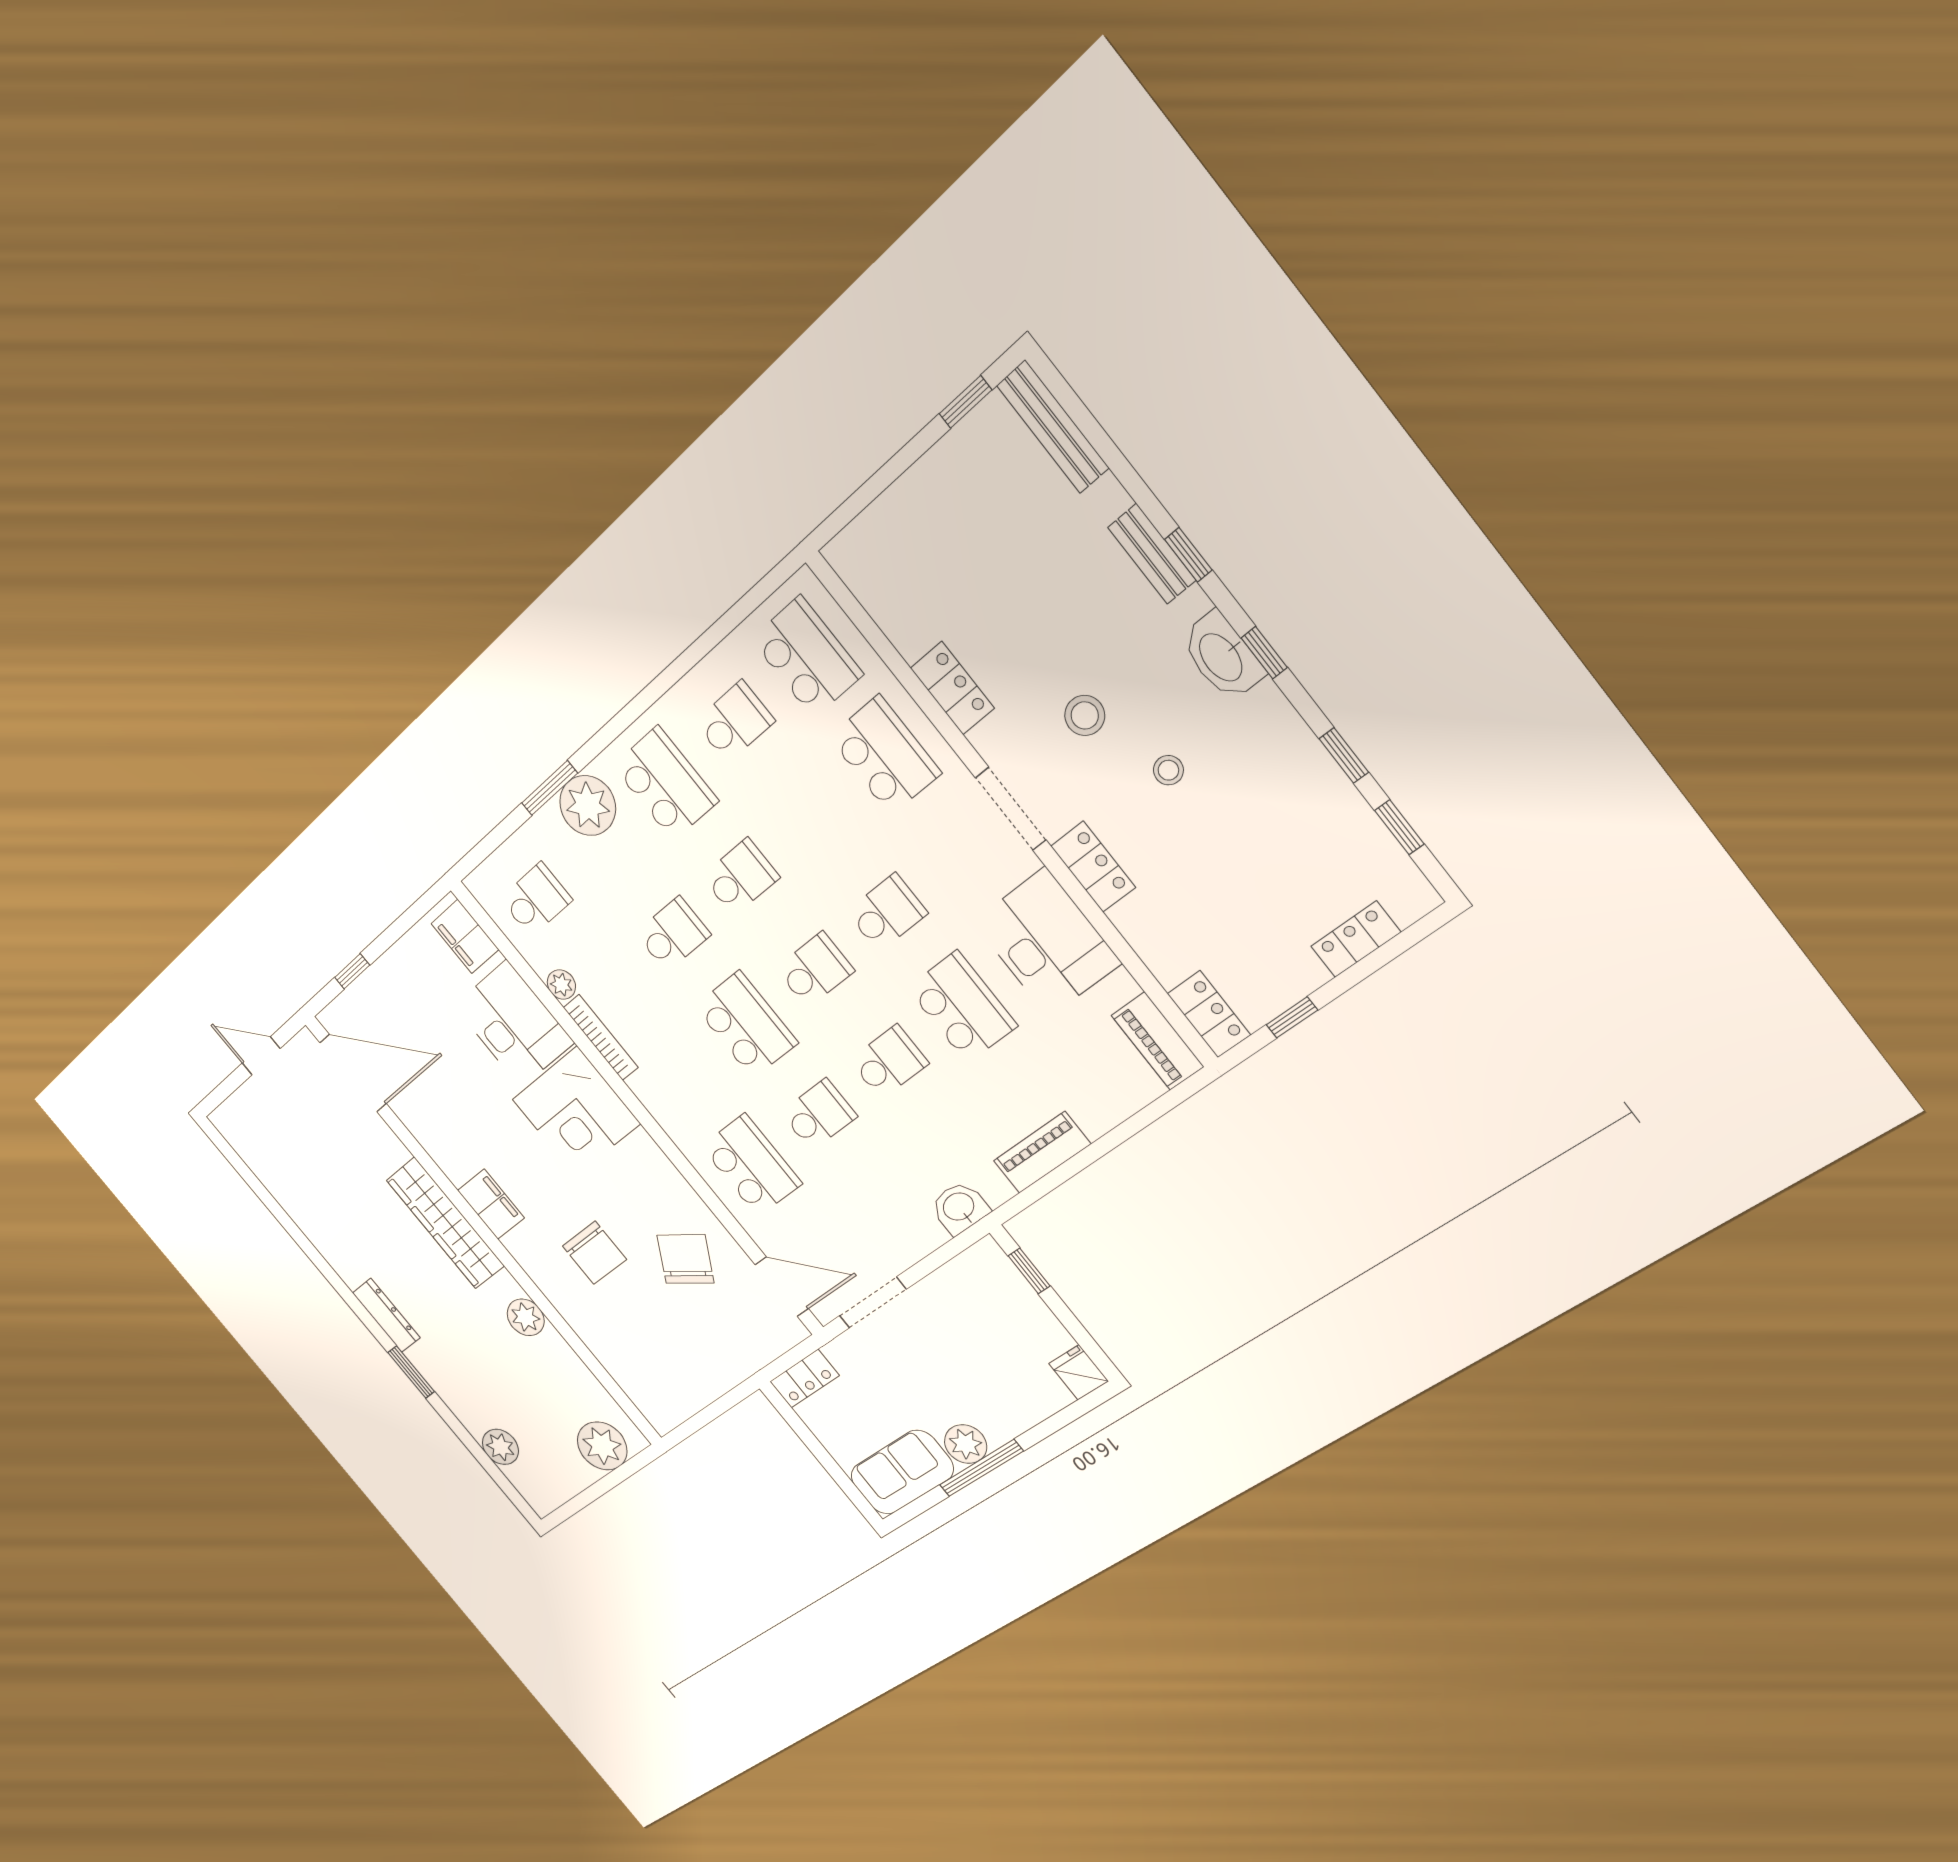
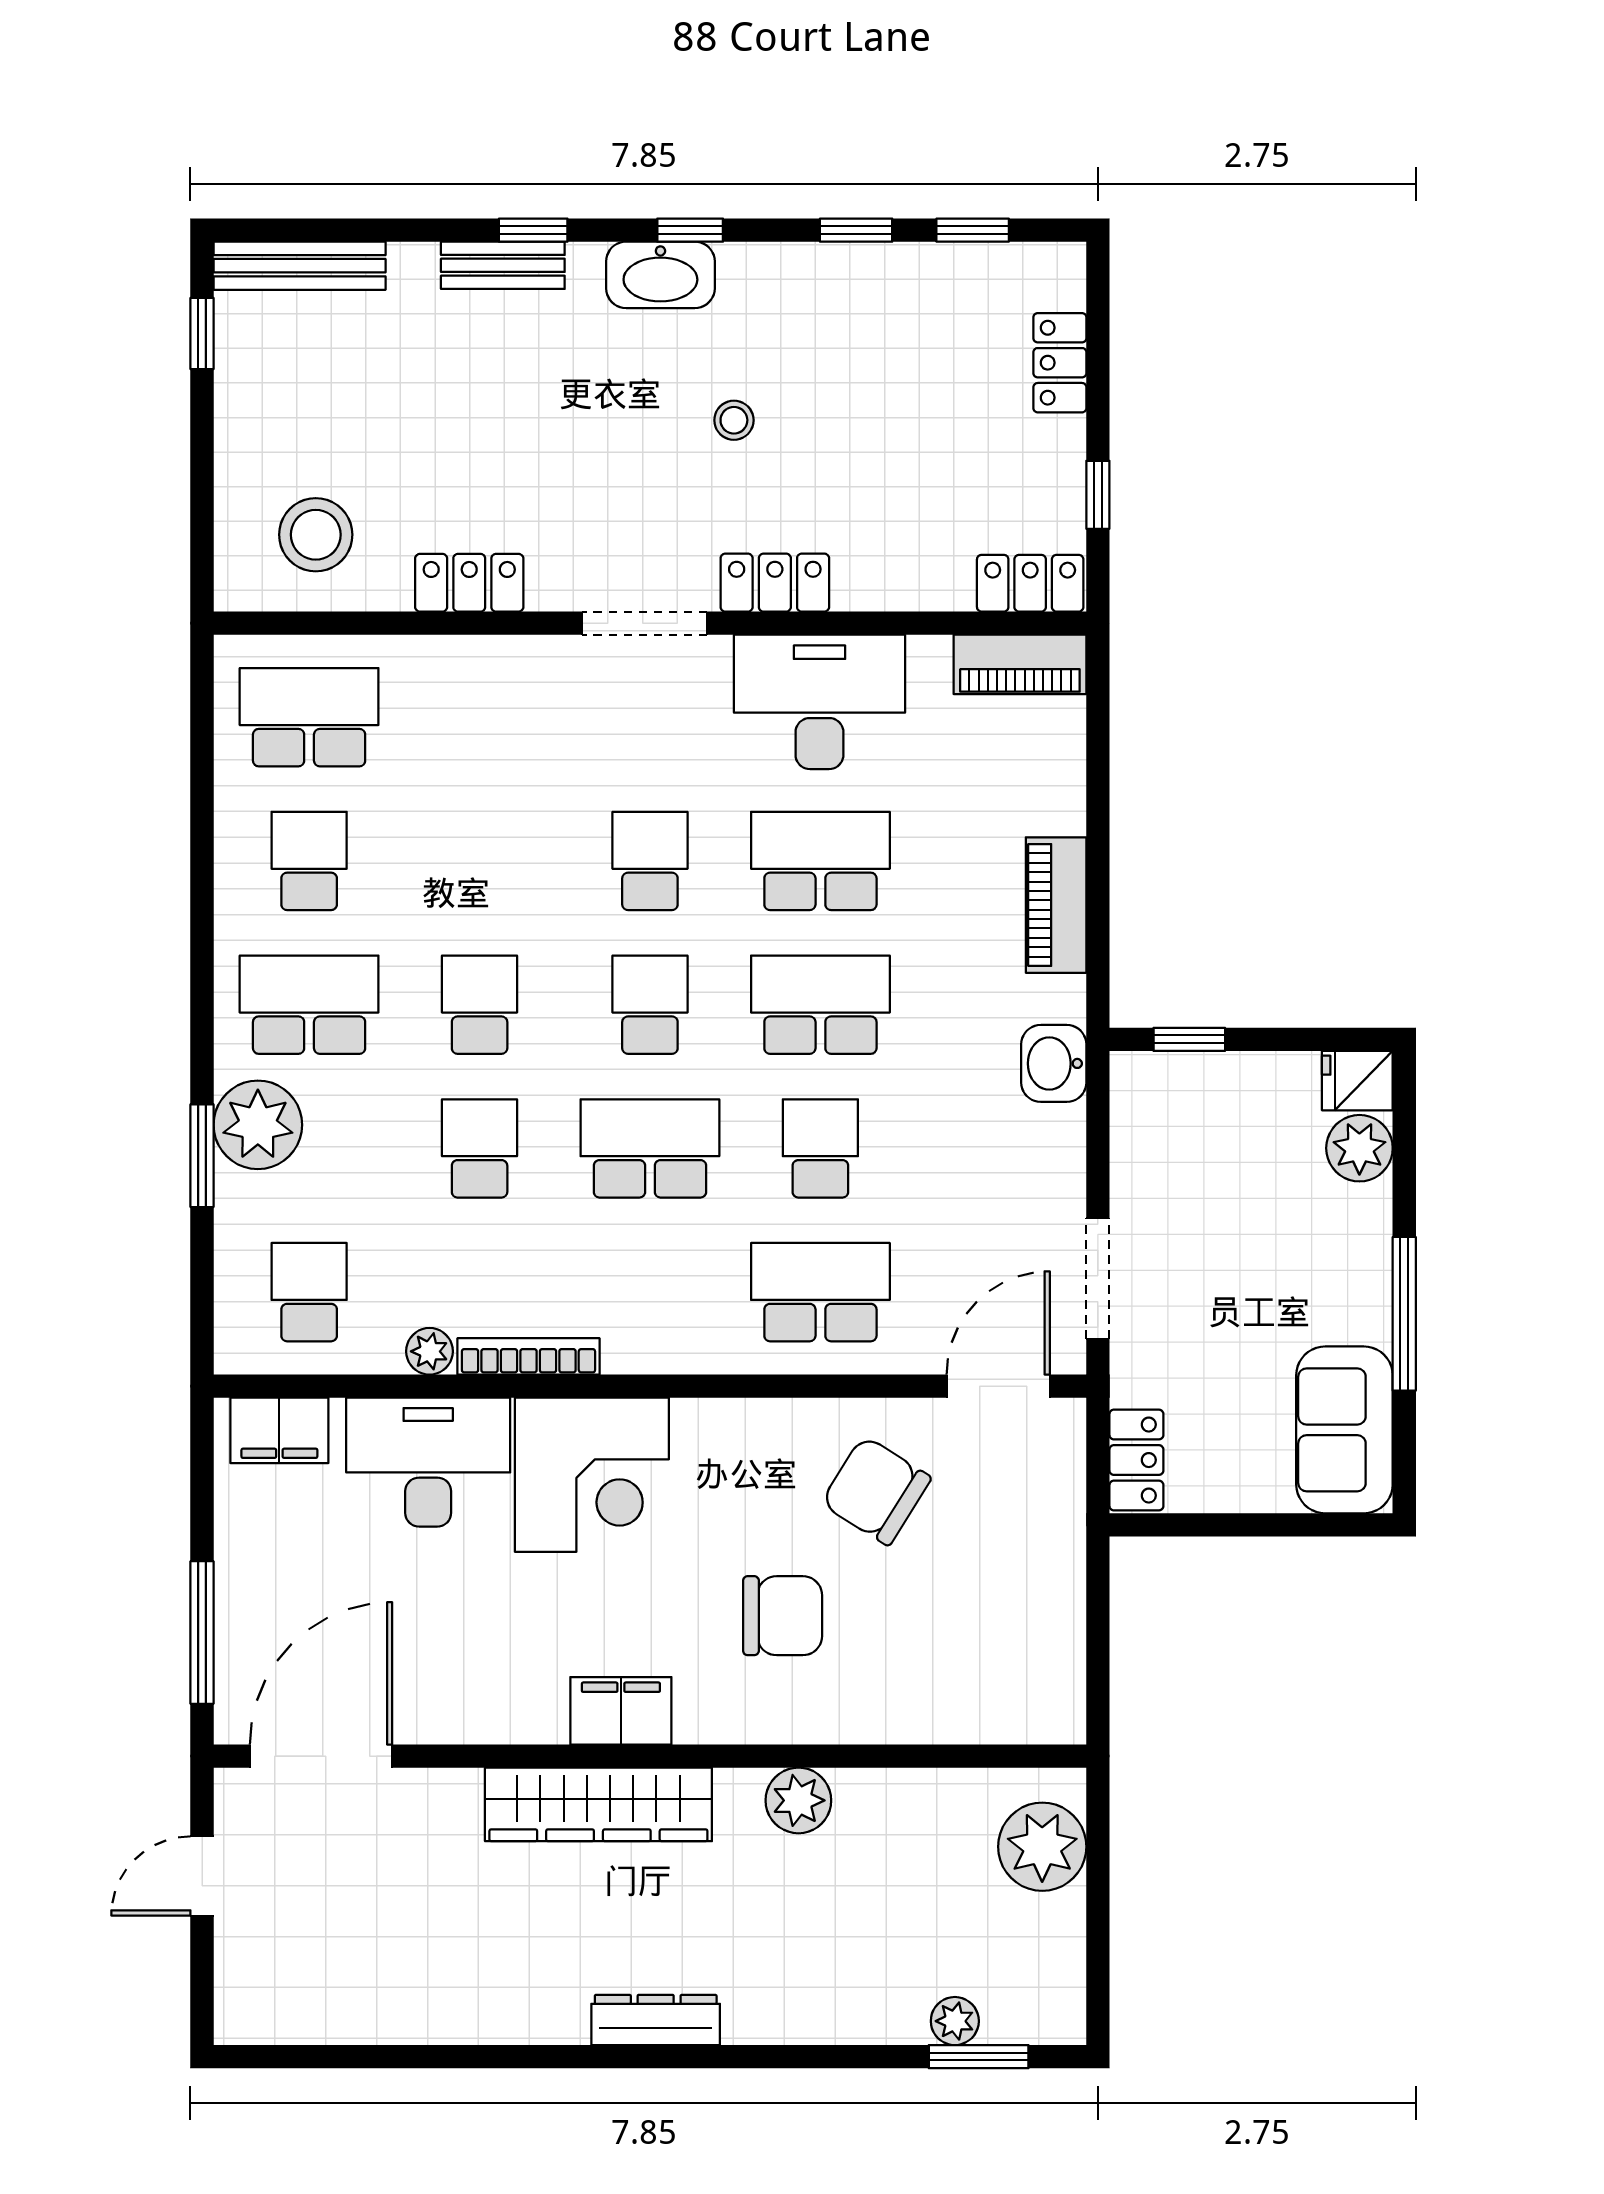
stool: (1085, 715) -> (316, 535), moved, width x1.38, depth x1.38
school desk: (885, 755) -> (480, 717), removed
window: (352, 971) -> (202, 1632), width x2.17
school desk: (889, 1062) -> (820, 1005), width x1.85
window: (411, 1372) -> (979, 2057), moved
plant: (966, 1444) -> (1359, 1148), moved
plant: (500, 1447) -> (955, 2021), width x0.73, depth x0.73

